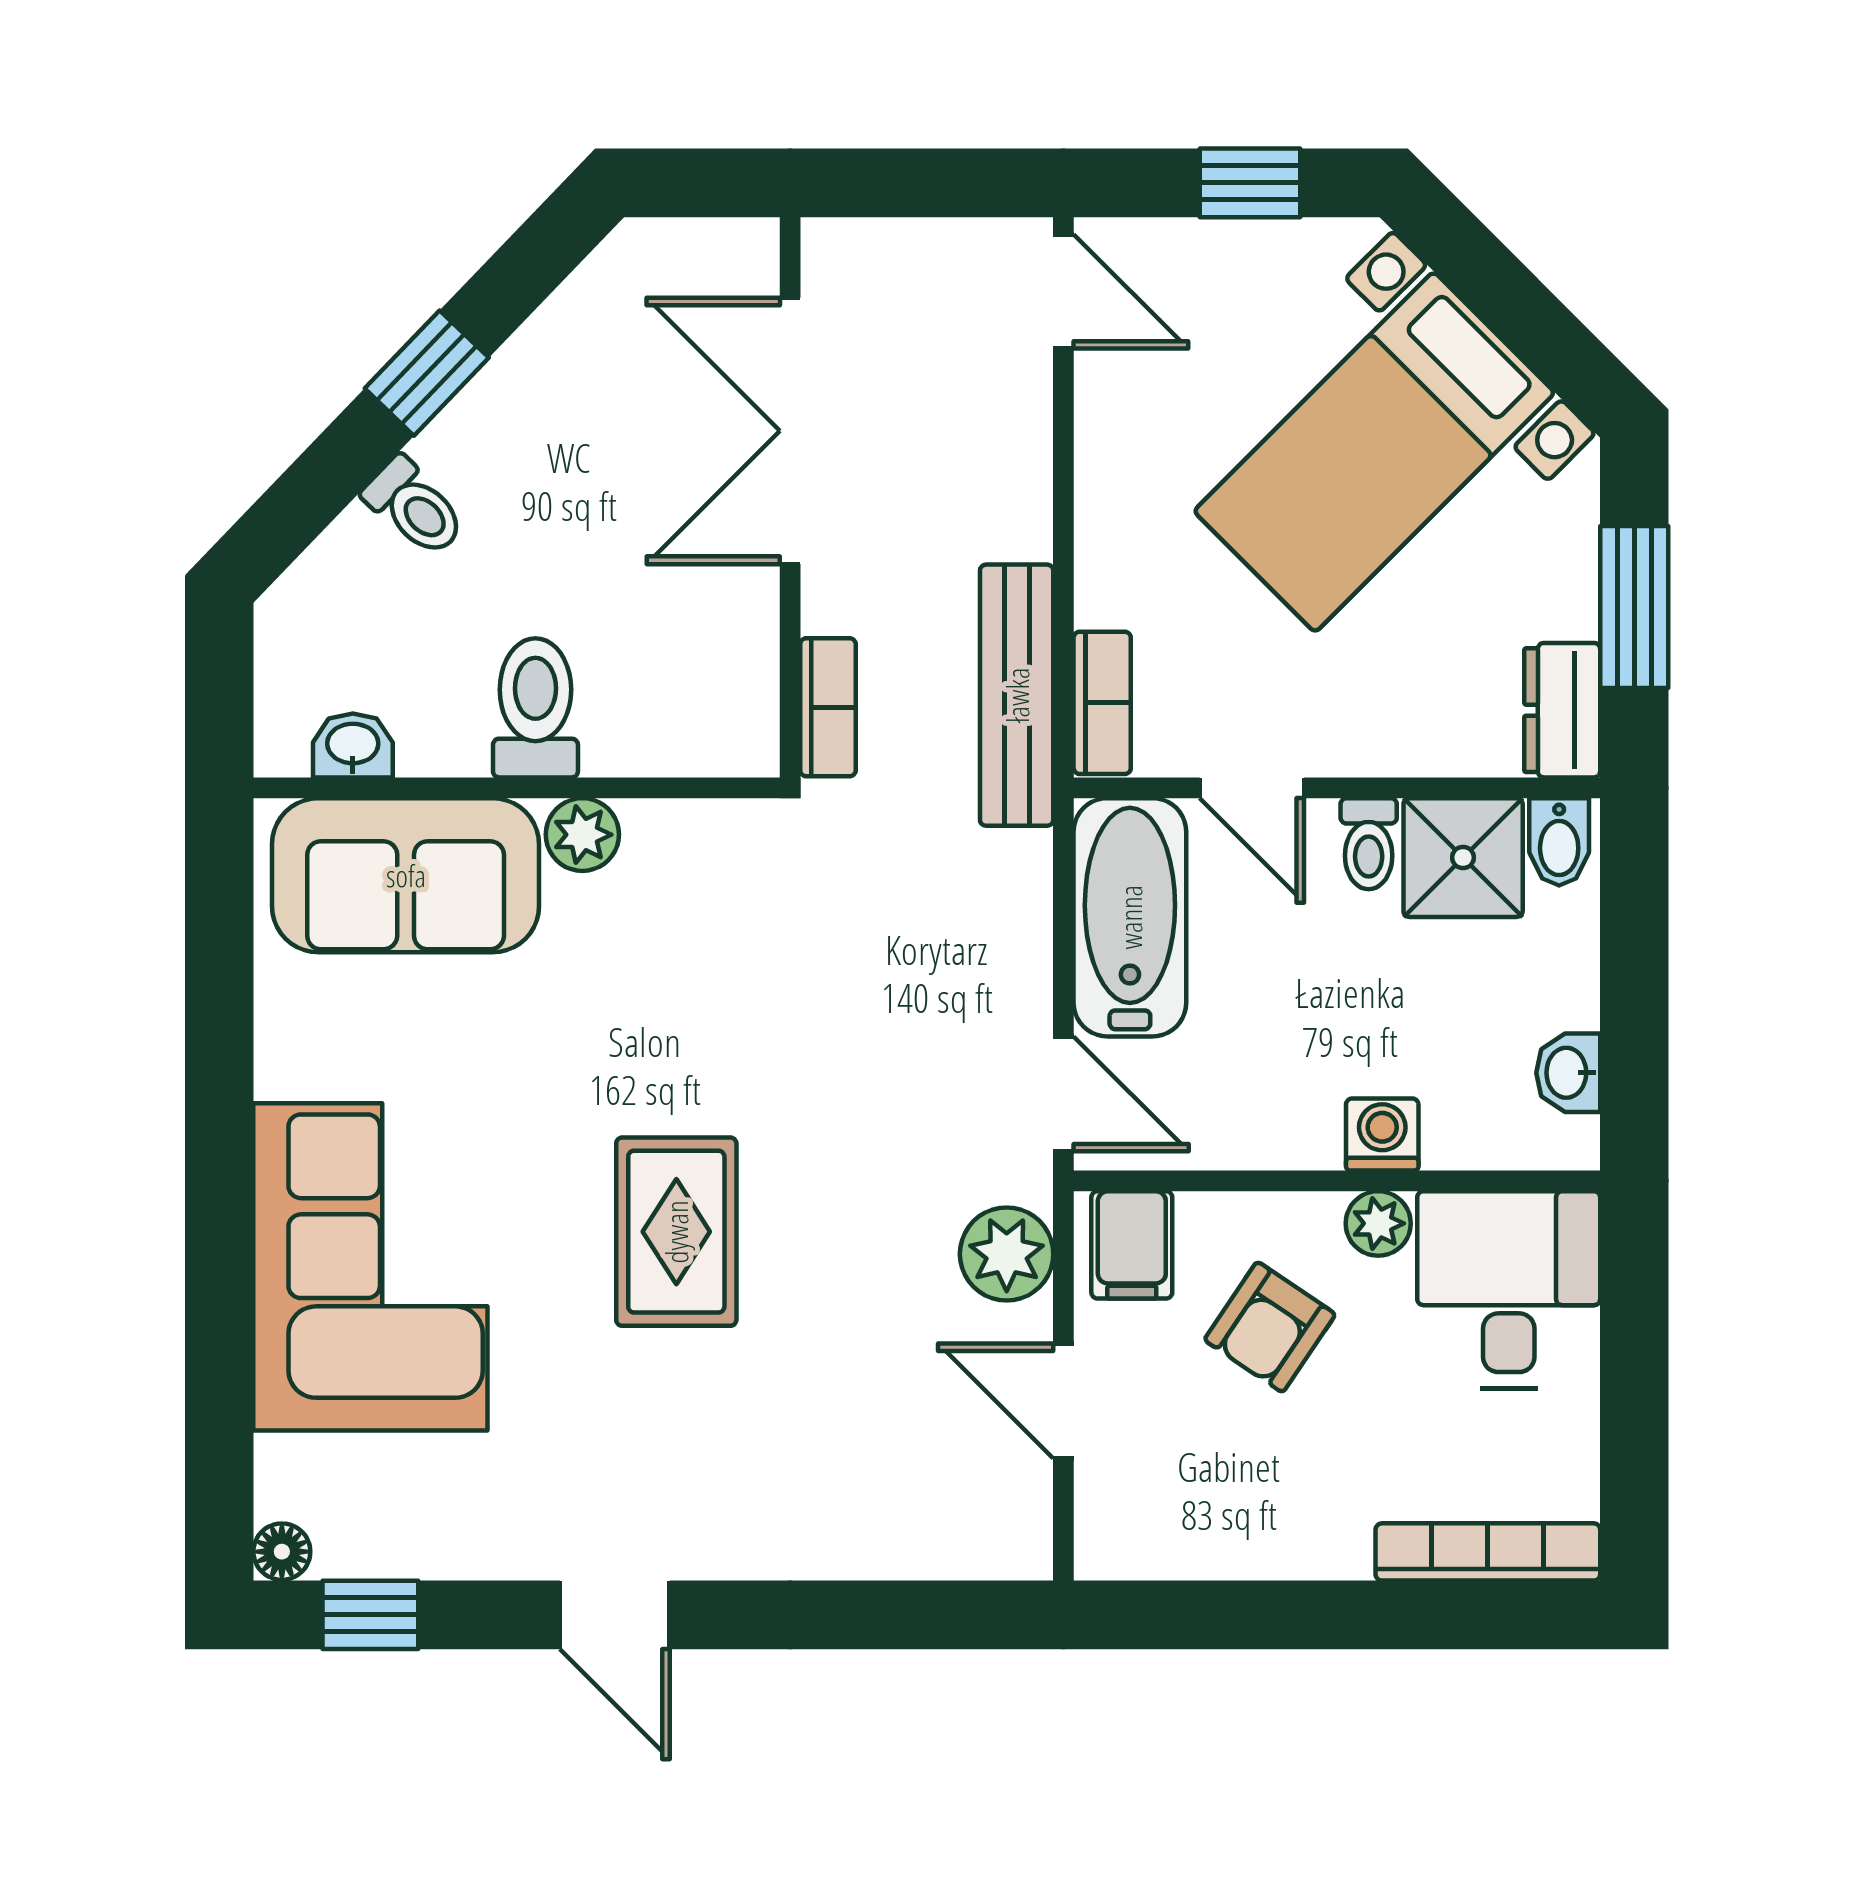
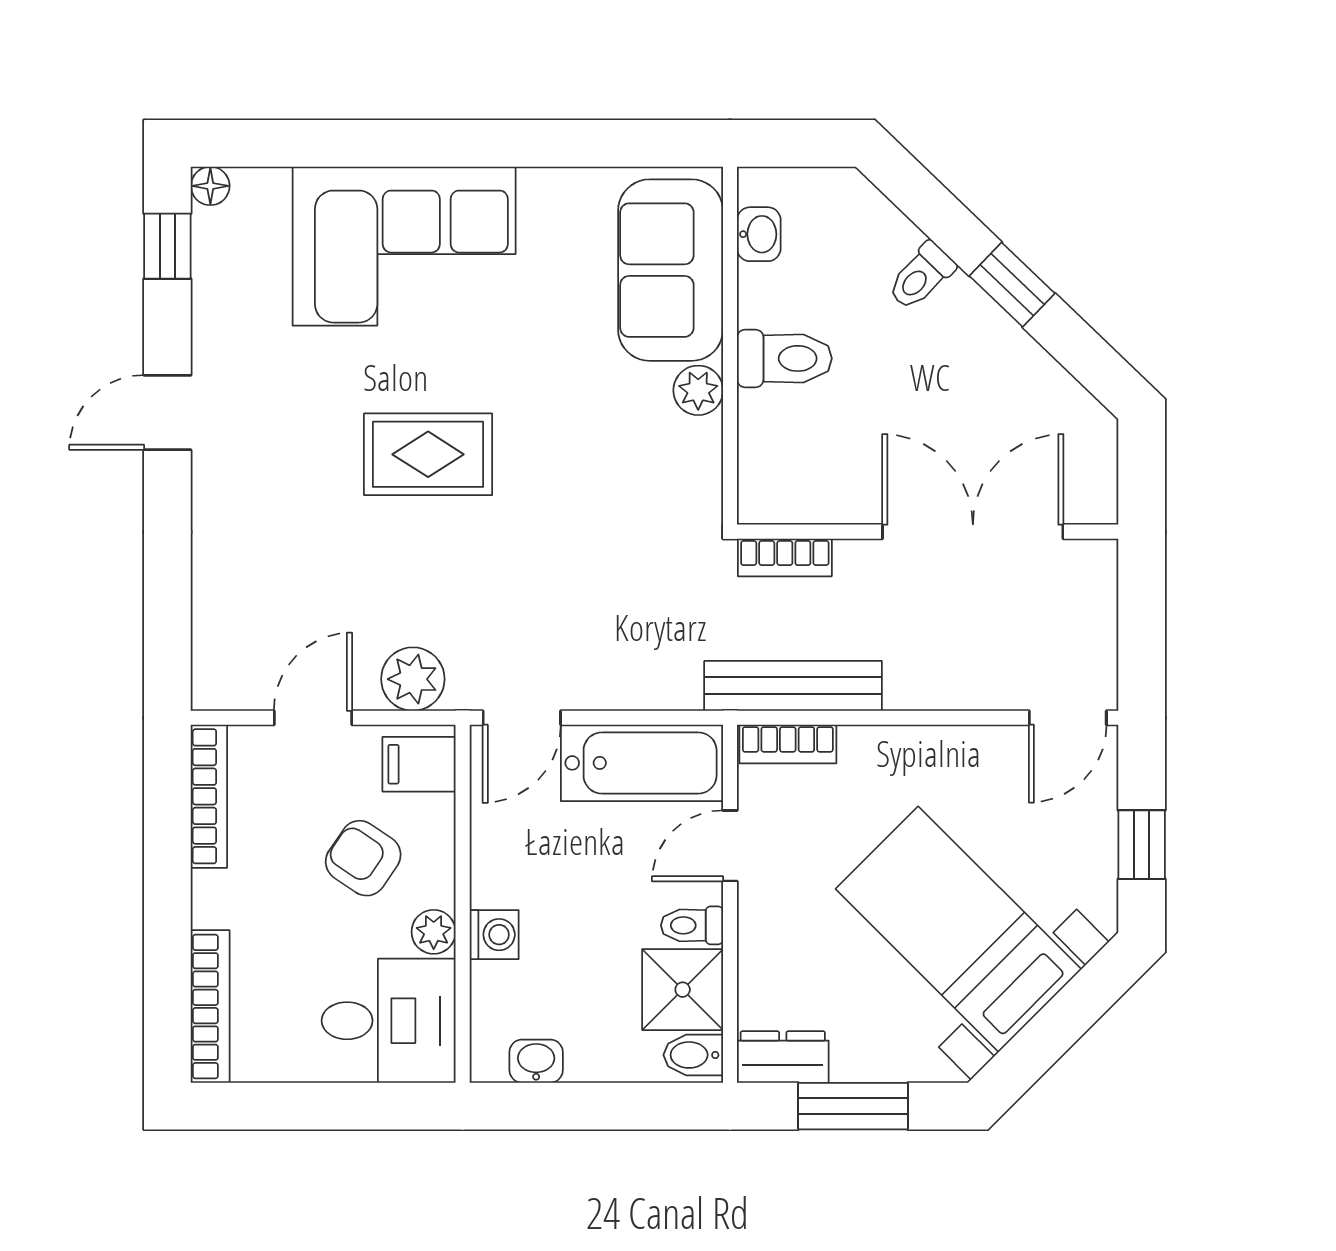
bookcase: (1179, 1554) -> (209, 796), added

